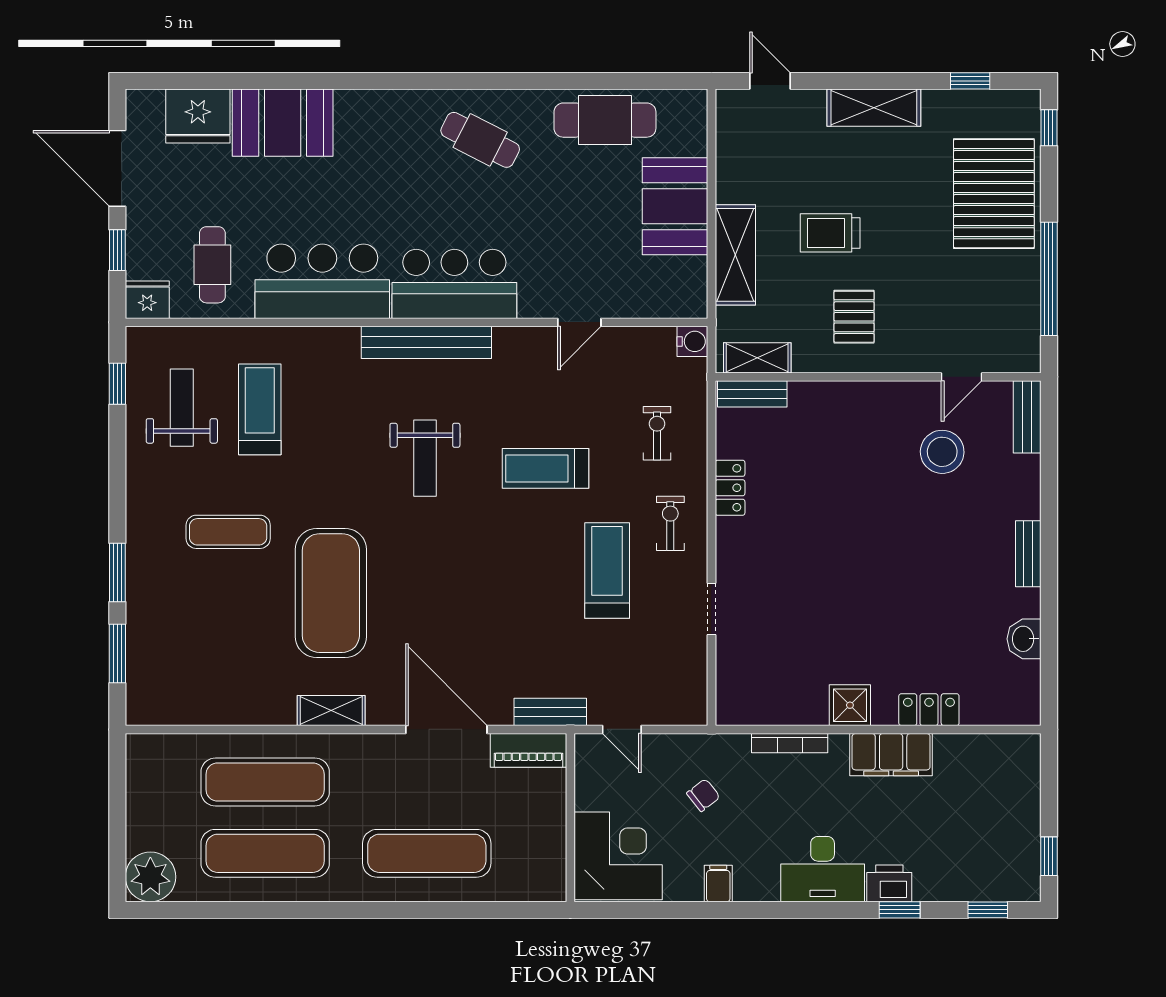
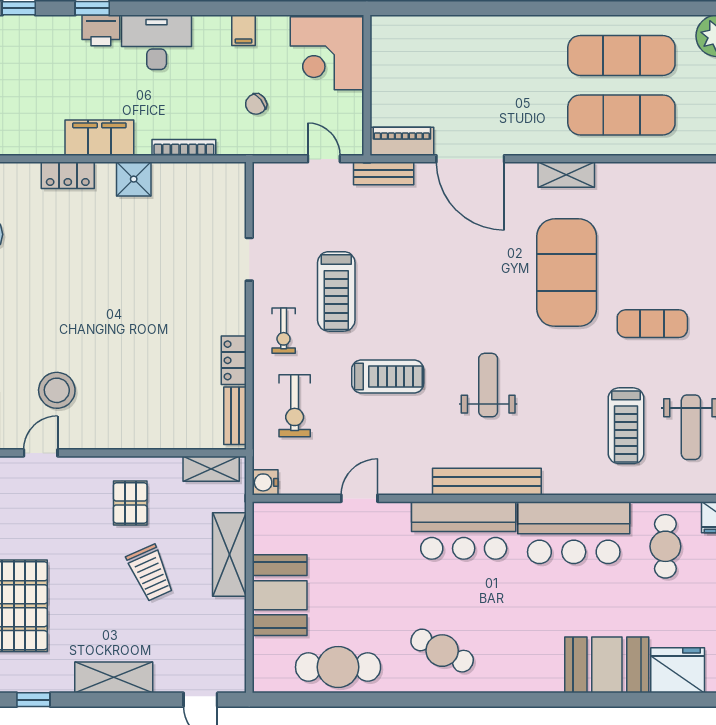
trolley: (830, 233) -> (150, 573), turned 66
bench: (752, 394) -> (235, 416), moved, turned 90
exercise bike: (657, 433) -> (295, 406), width x1.38, depth x1.39
exercise mat: (427, 853) -> (487, 55), removed

